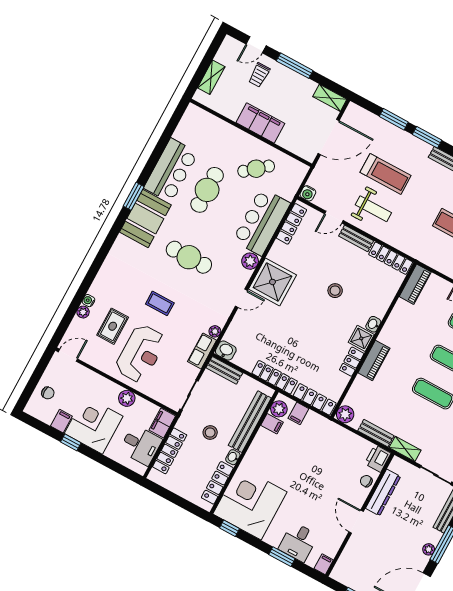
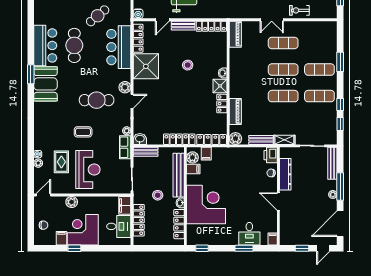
cafe table: (189, 257) -> (97, 100), moved
plant: (250, 261) -> (125, 87), moved
shower: (272, 282) -> (146, 66), moved
piano: (374, 361) -> (235, 112), moved
plant: (127, 398) -> (72, 202), moved
corner desk: (250, 503) -> (206, 205), moved, turned 90

